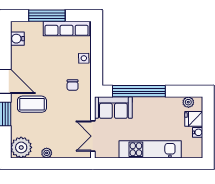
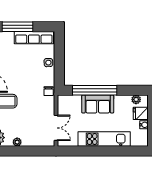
chair: (73, 85) -> (49, 91), moved
sofa: (113, 108) -> (98, 104), moved
double door: (93, 136) -> (56, 128), swing flipped

